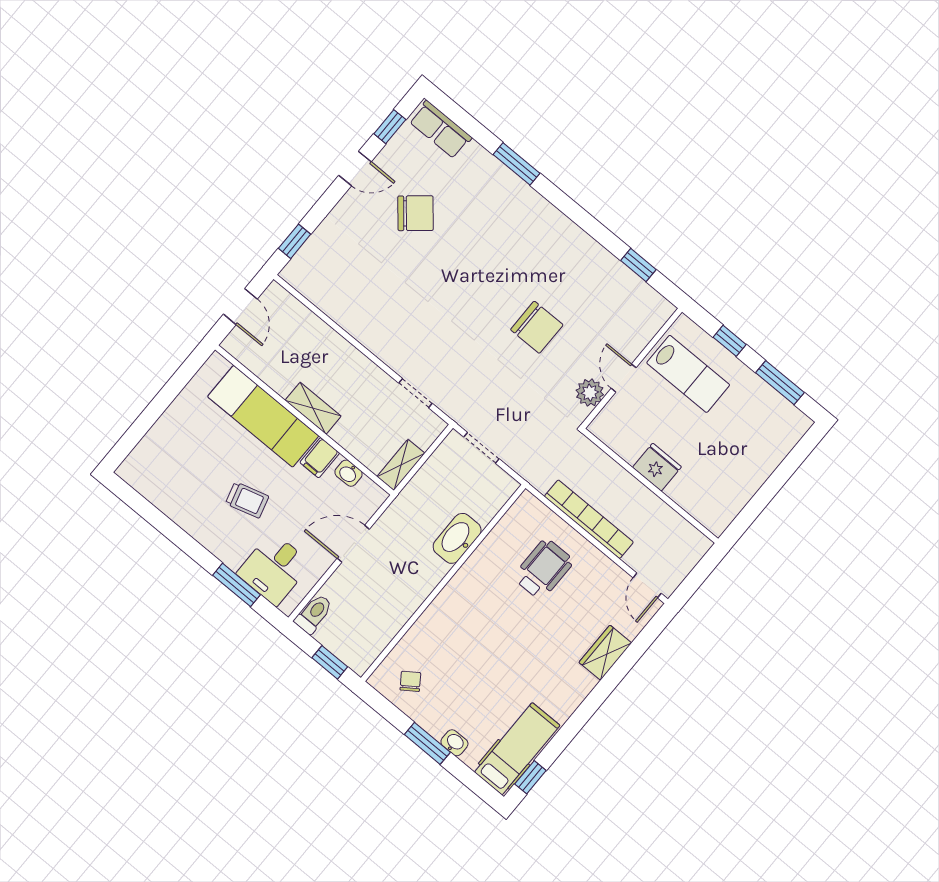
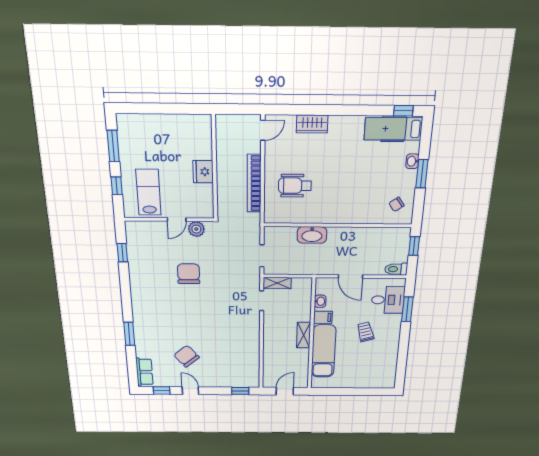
shelving: (401, 465) -> (277, 283), moved

